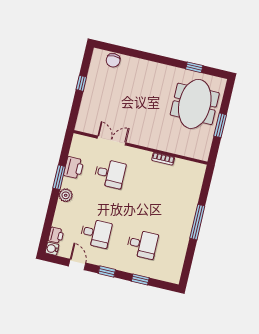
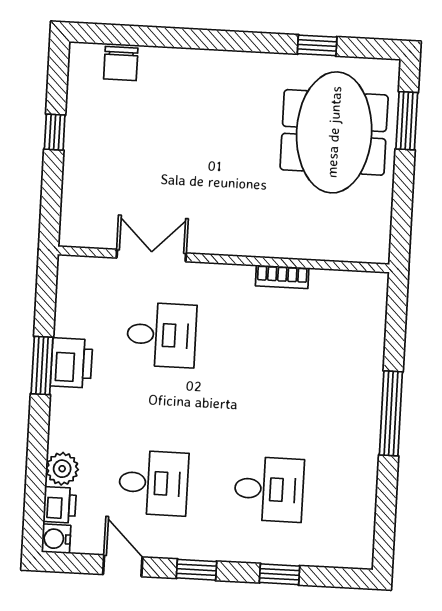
window: (220, 125) -> (407, 121), moved
printer: (74, 168) -> (72, 363), moved
plant: (66, 195) -> (62, 469), moved

